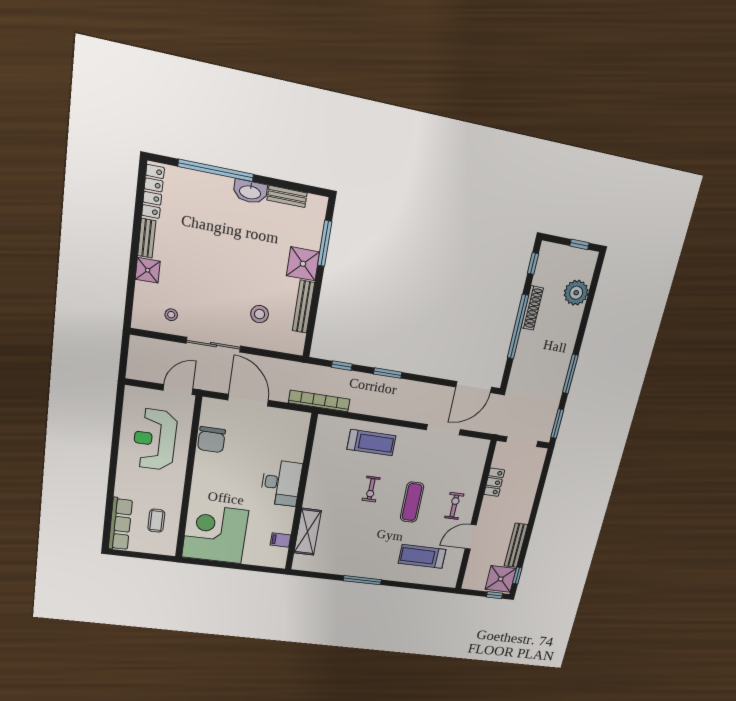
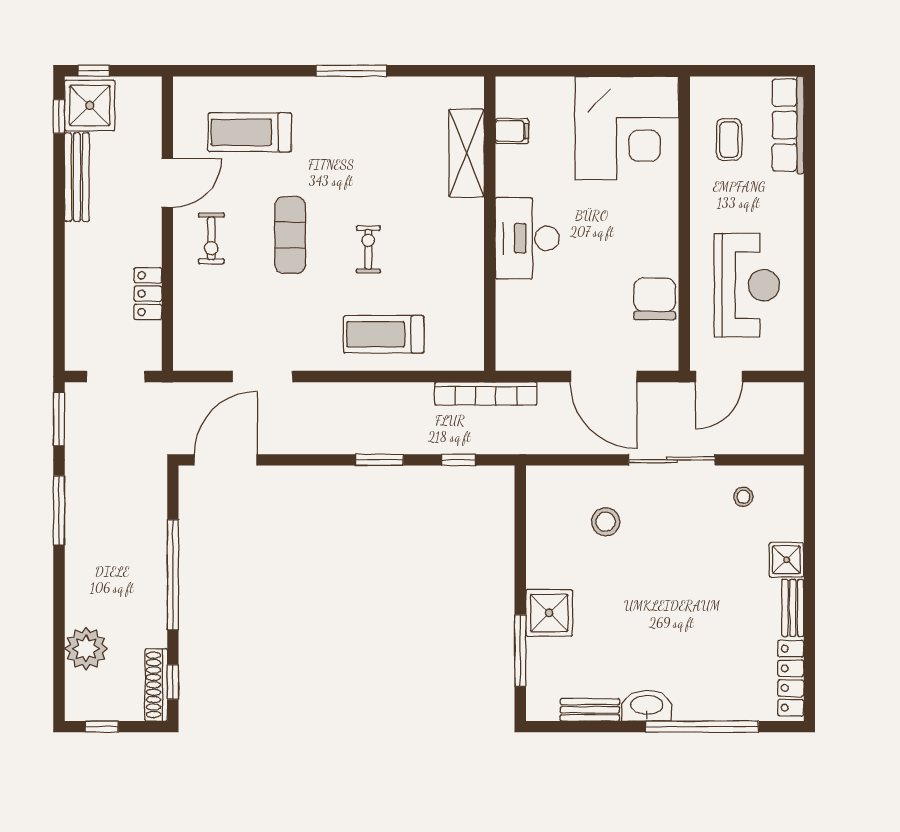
bench: (303, 307) -> (538, 546), removed
shoe rack: (532, 308) -> (156, 685), moved
treadmill: (422, 556) -> (250, 132), turned 180

